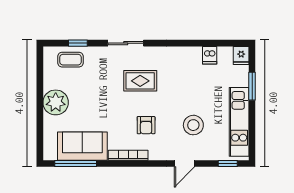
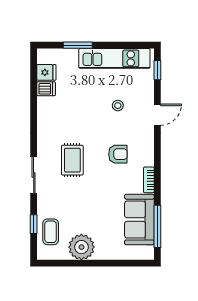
fridge: (241, 56) -> (46, 72), moved
plant: (56, 102) -> (81, 247), moved
stool: (193, 125) -> (118, 106), width x0.53, depth x0.53
bookcase: (128, 155) -> (149, 180), width x0.64
door: (184, 163) -> (157, 115), hinge flipped

